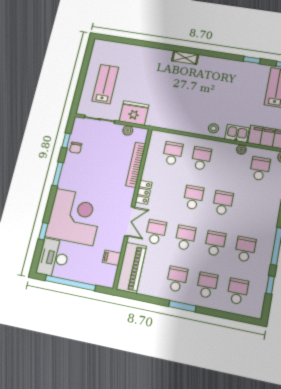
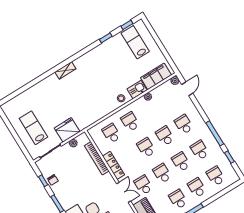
school desk: (260, 169) -> (184, 124), moved
locker: (144, 192) -> (114, 165), width x1.53

